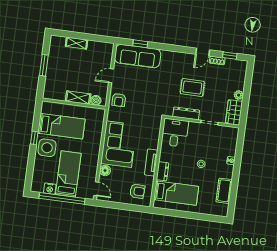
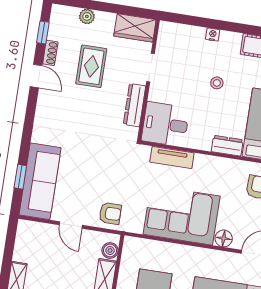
rug: (192, 88) -> (91, 66), moved
plant: (239, 95) -> (87, 16), moved
tv unit: (151, 162) -> (172, 157), moved

